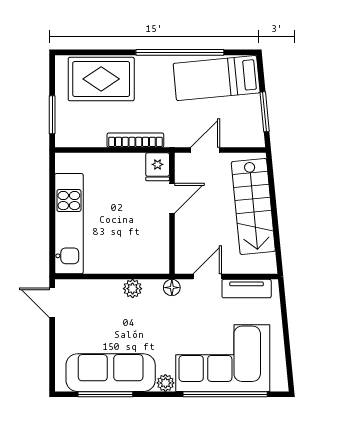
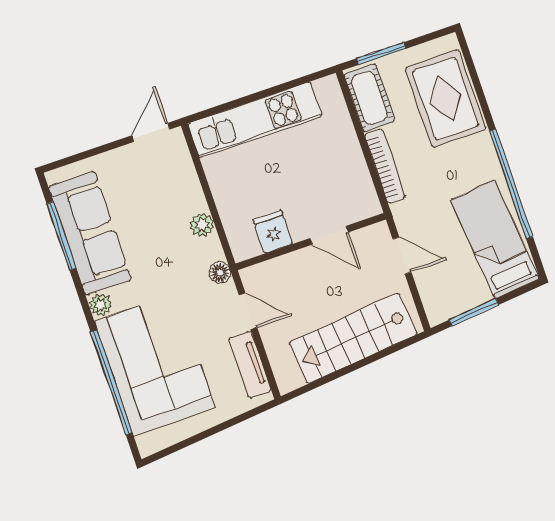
cot: (81, 134) -> (369, 98), added
fridge: (158, 167) -> (273, 232), moved, turned 90

